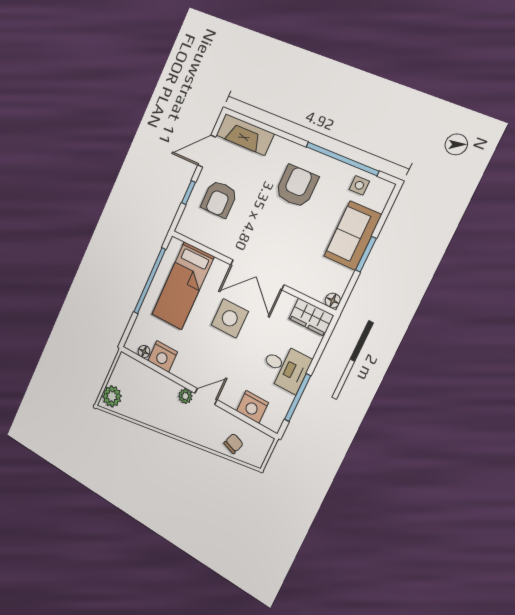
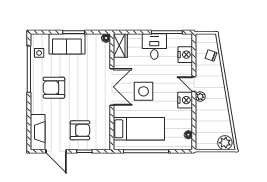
nightstand: (163, 356) -> (185, 100), moved

